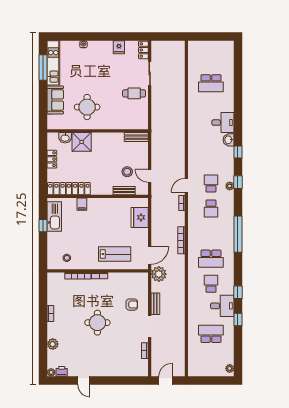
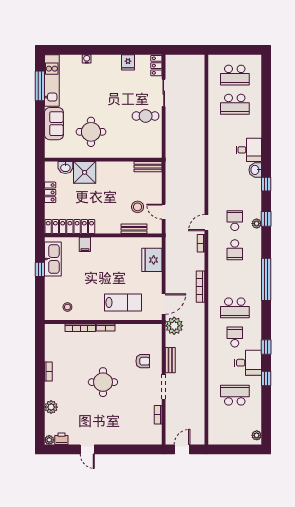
school desk: (211, 58) -> (235, 75), added

